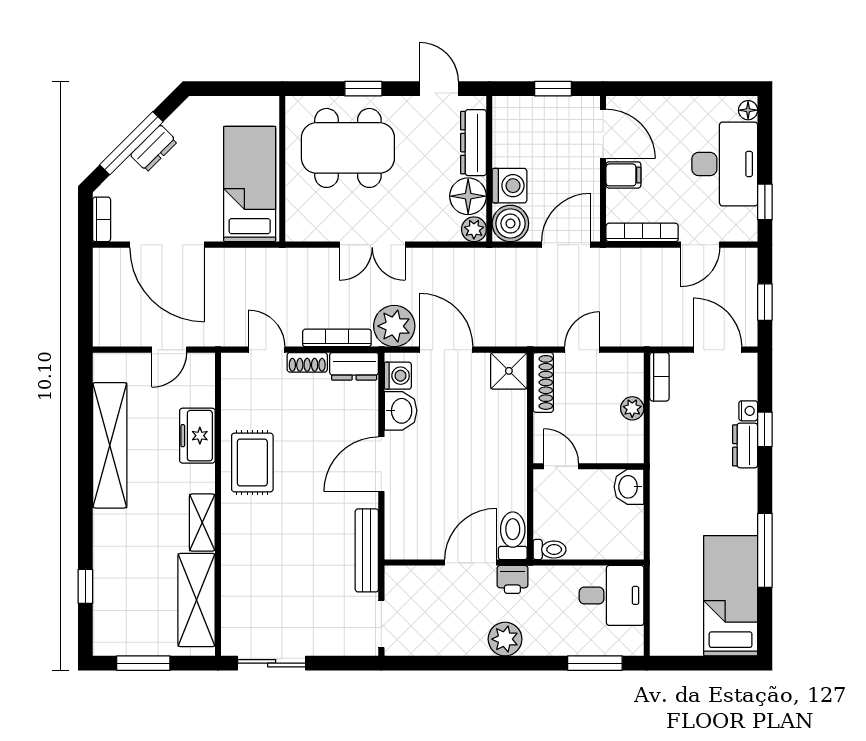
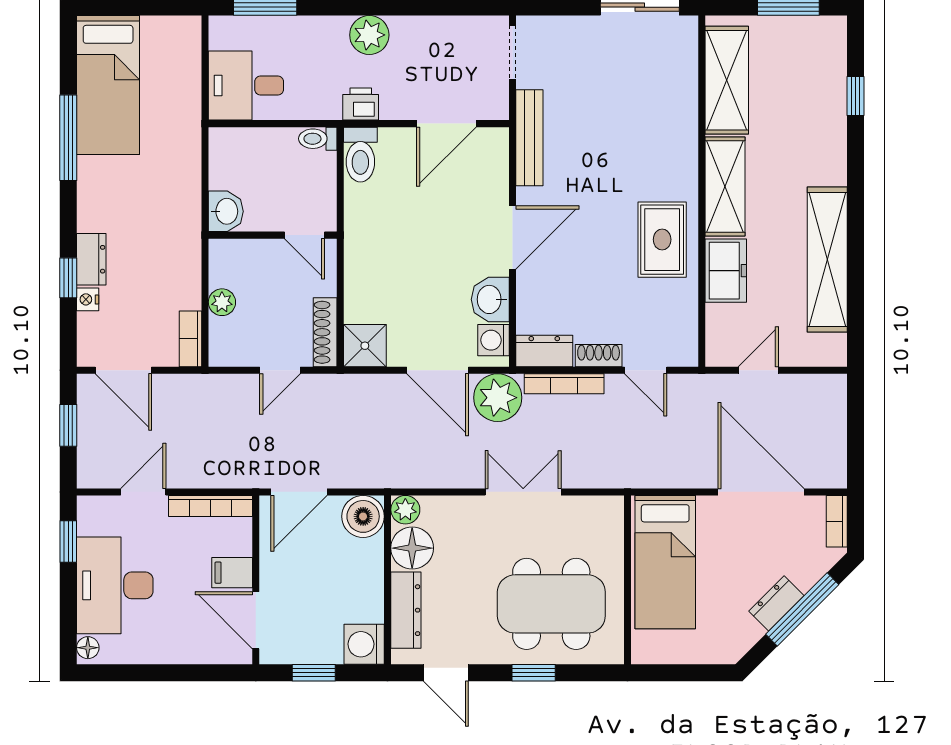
washing machine: (510, 186) -> (364, 644), moved
shelving: (202, 523) -> (725, 187), width x1.50, depth x1.33
door: (470, 563) -> (446, 124), moved

